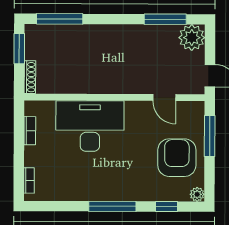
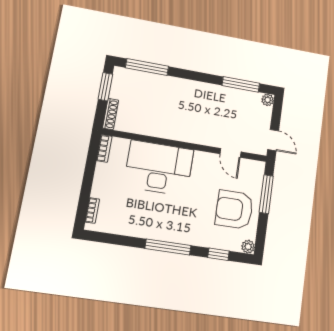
plant: (192, 38) -> (268, 100), width x0.53, depth x0.53
bookcase: (30, 131) -> (104, 148), moved
armchair: (177, 158) -> (234, 210), turned -90

